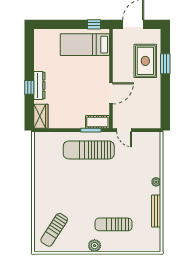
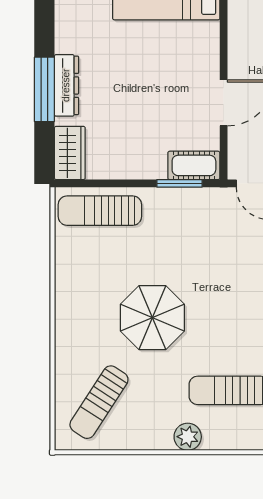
window: (29, 87) -> (44, 89), width x2.17
sun lounger: (89, 150) -> (100, 211), moved, width x0.73, depth x0.75
parasol: (78, 191) -> (152, 318), added

